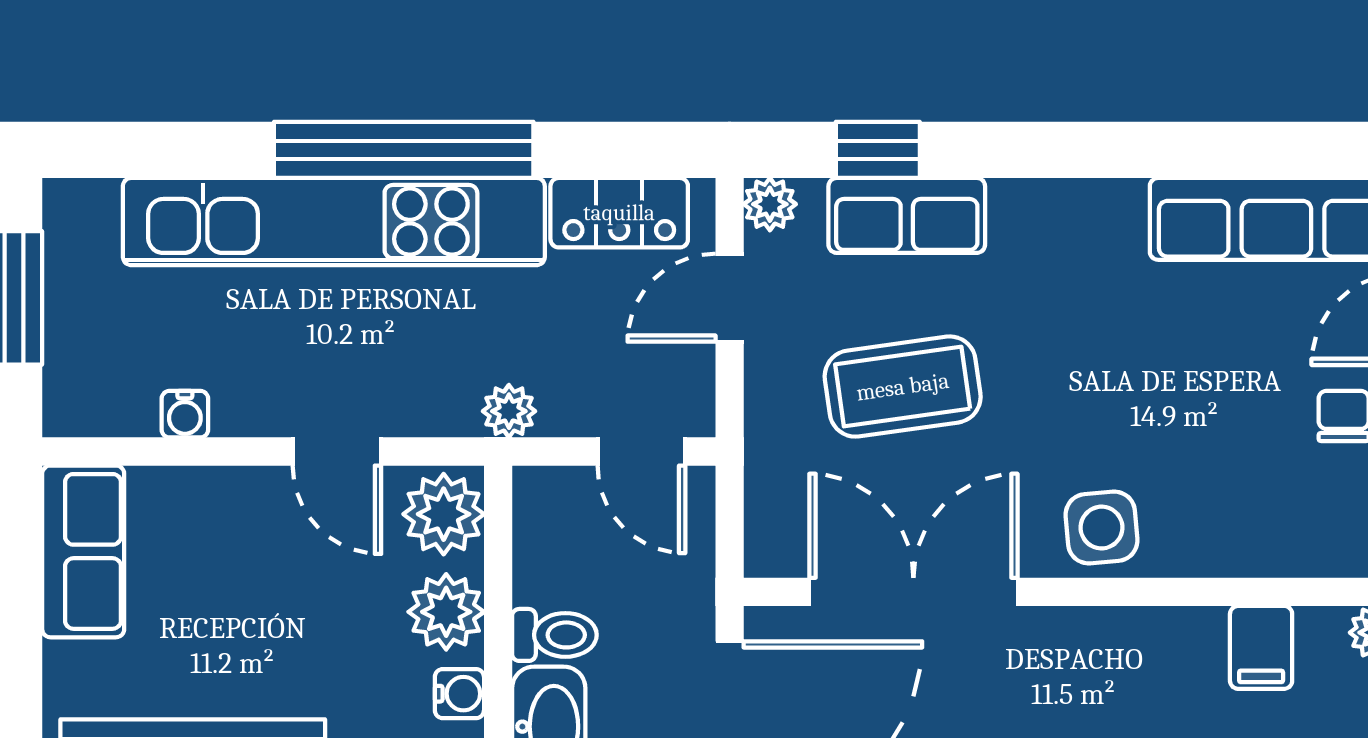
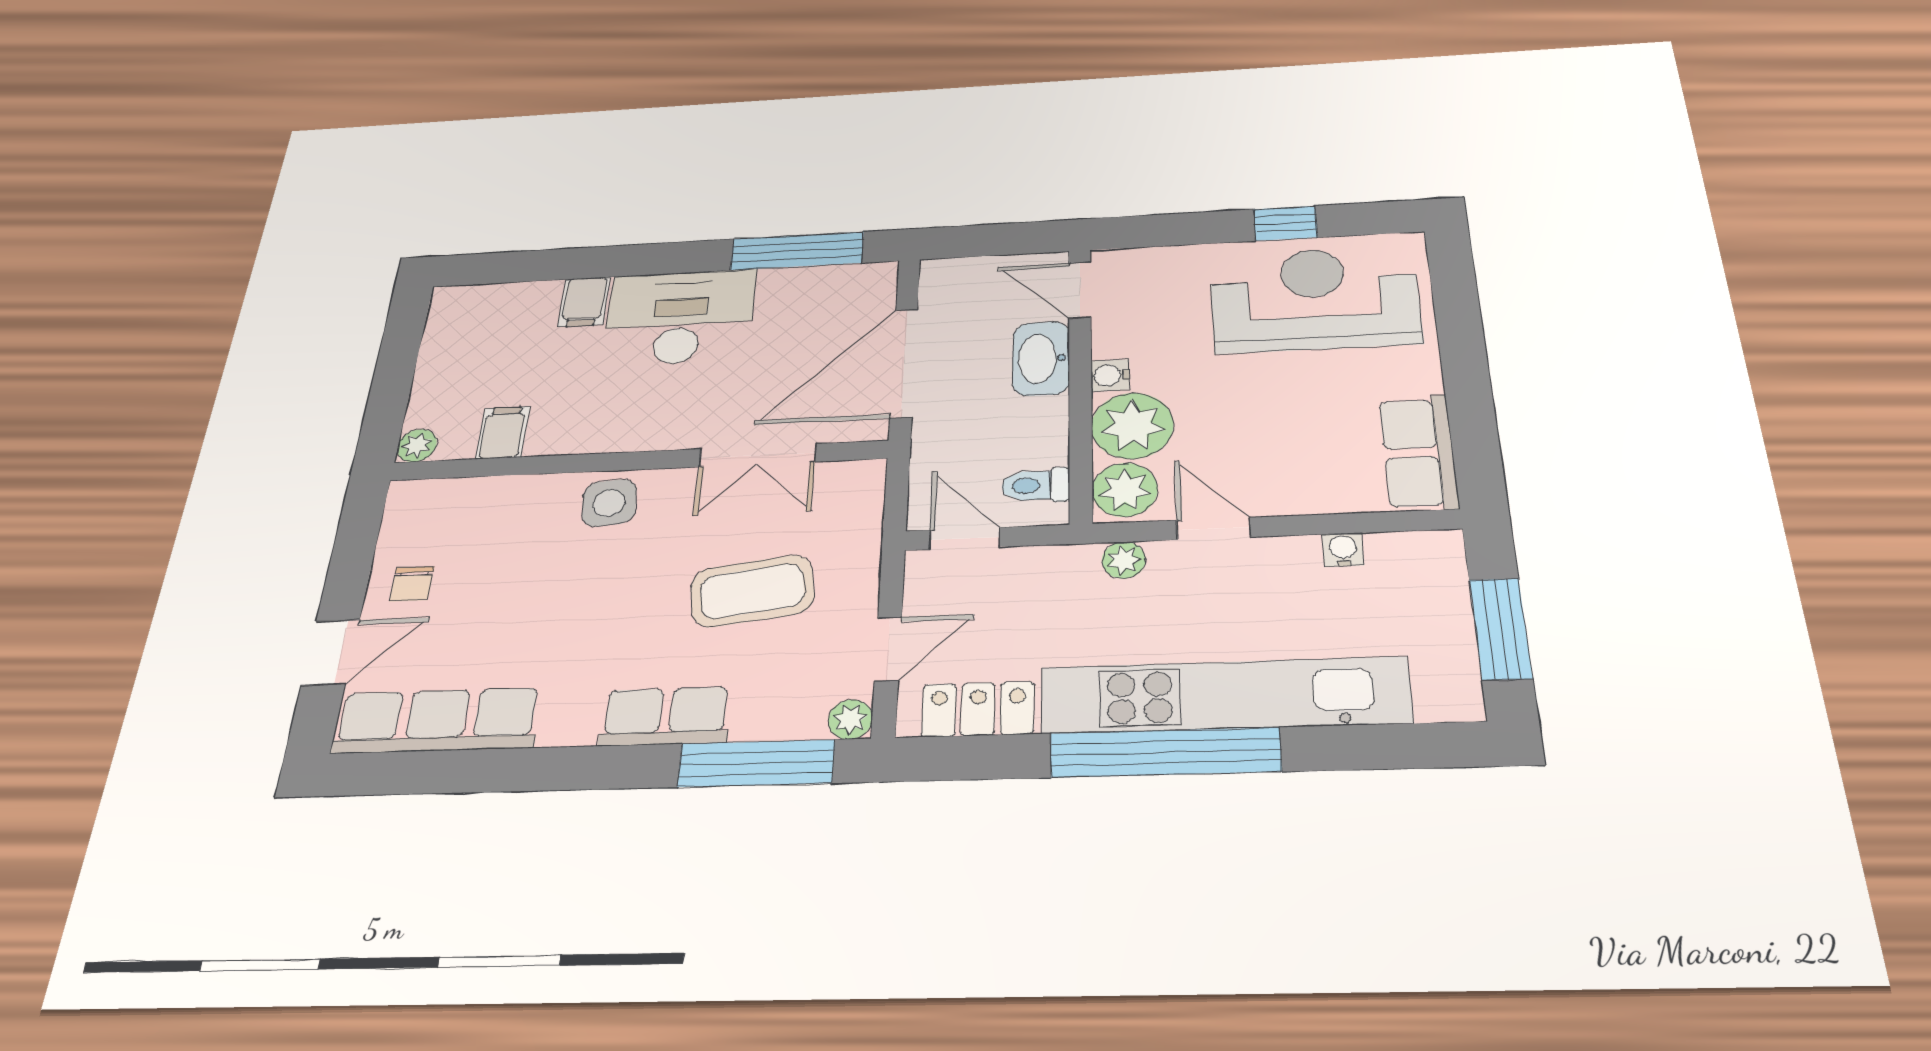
window: (878, 150) -> (756, 763), width x2.17
row of seats: (907, 215) -> (665, 716), moved
plant: (509, 411) -> (1124, 560), moved
double door: (913, 592) -> (758, 455), width x0.73
plant: (446, 612) -> (1132, 426), width x1.36, depth x1.36
toilet: (554, 635) -> (1036, 485), moved

